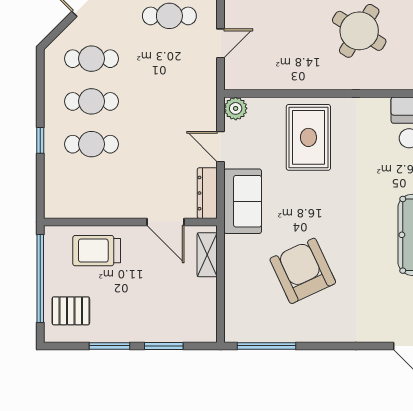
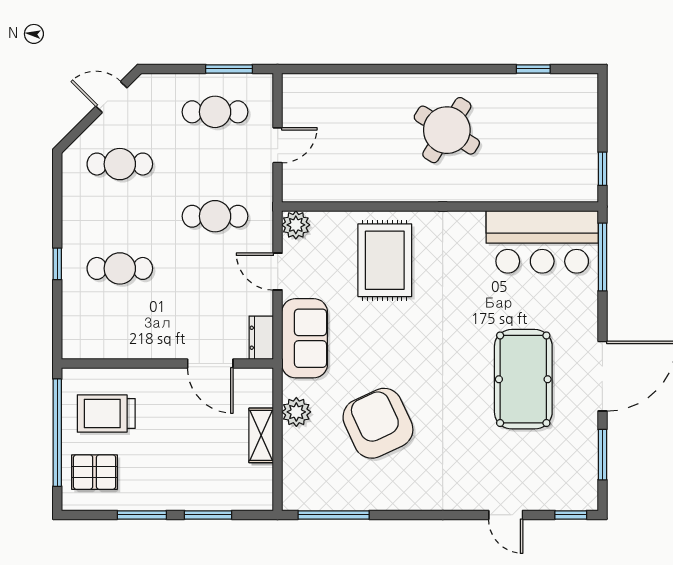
cafe table: (91, 101) -> (215, 216), moved
dresser: (207, 193) -> (261, 338), width x0.70
trolley: (97, 251) -> (106, 414), moved
shelving: (207, 255) -> (261, 435), moved
plant: (236, 262) -> (296, 412), added

